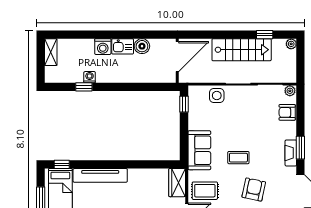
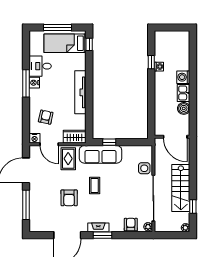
shelving: (51, 52) -> (179, 36), removed
window: (184, 104) -> (109, 142), moved
sofa: (199, 150) -> (100, 154), width x1.36
tv unit: (100, 175) -> (80, 92), moved
armchair: (254, 190) -> (69, 198), turned 78

